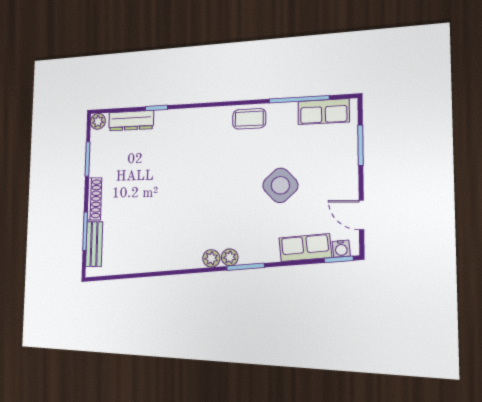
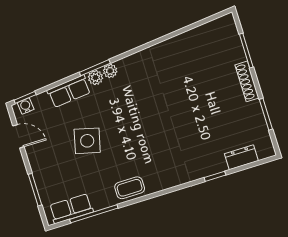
plant: (98, 121) -> (267, 150), removed
dresser: (131, 121) -> (241, 157), width x0.70
side table: (280, 185) -> (87, 141), turned -33
bench: (94, 244) -> (234, 42), removed
row of seats: (305, 248) -> (69, 91), moved
plant: (211, 258) -> (95, 78), moved

